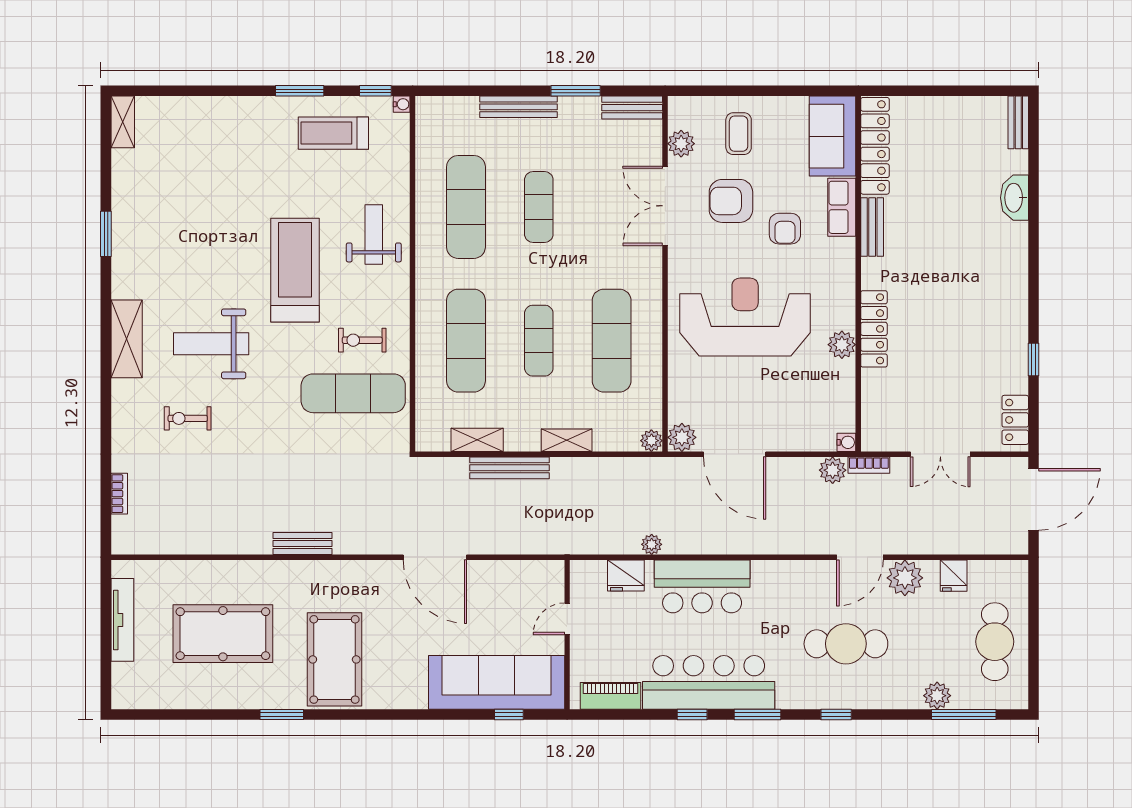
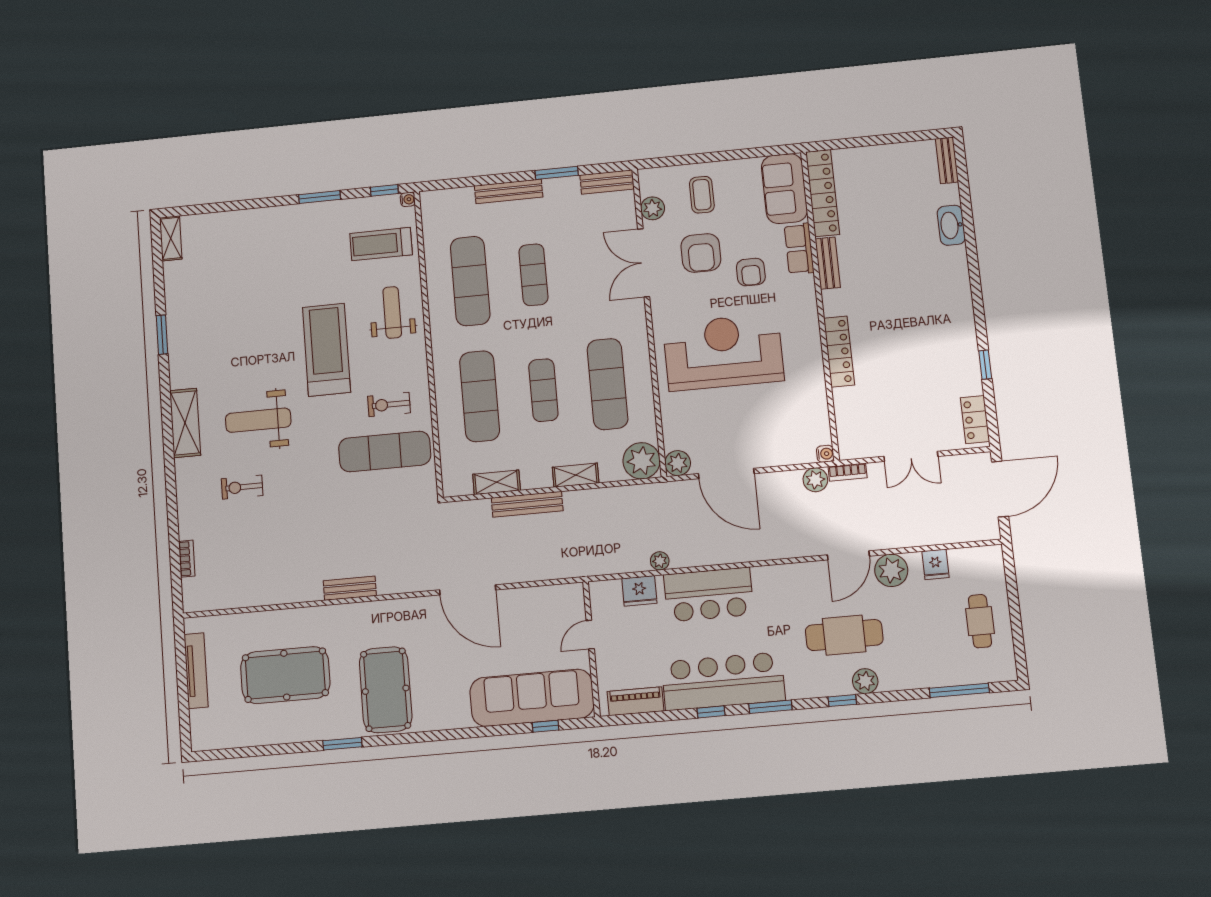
treadmill: (333, 133) -> (381, 244), moved
armchair: (731, 201) -> (701, 253), turned -90
plant: (842, 345) -> (812, 368), removed
plant: (651, 441) -> (642, 461), width x1.88, depth x1.88
cafe table: (995, 642) -> (980, 621), width x0.73, depth x0.74
plant: (937, 696) -> (865, 681), moved

